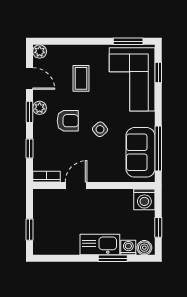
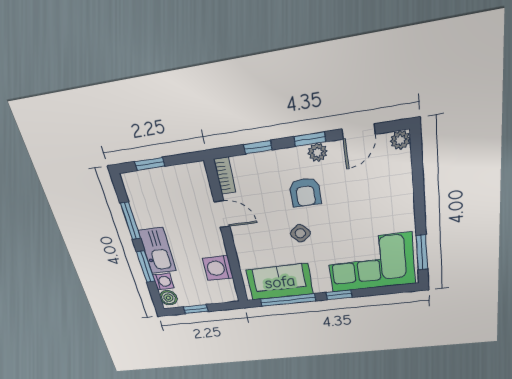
window: (158, 73) -> (339, 295), moved
coffee table: (81, 78) -> (366, 201), removed
washing machine: (144, 199) -> (218, 268), moved
window: (72, 258) -> (130, 221), added

